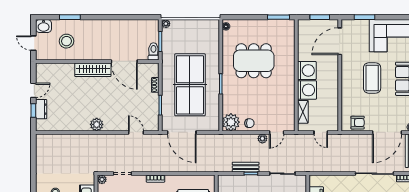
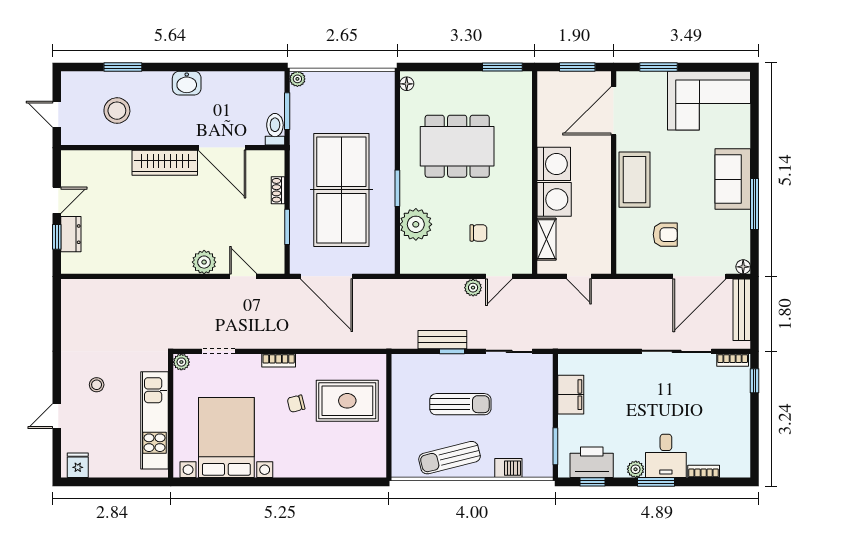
washbasin: (44, 26) -> (187, 83), moved
coffee table: (372, 78) -> (635, 180), moved
plant: (231, 122) -> (416, 224), moved
chair: (249, 123) -> (478, 233), moved
armchair: (358, 123) -> (665, 235), moved
plant: (97, 124) -> (204, 262), moved

